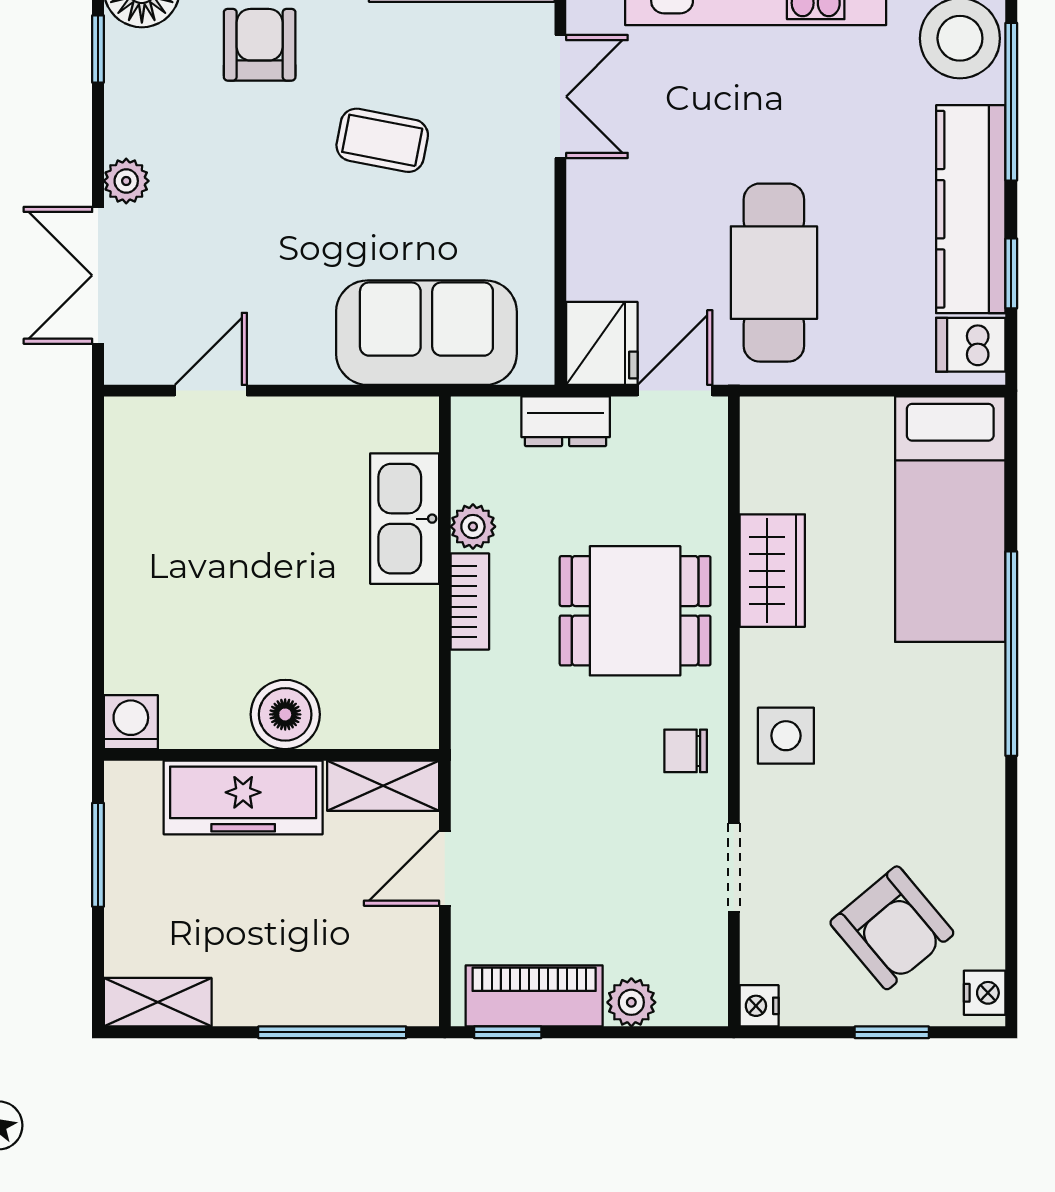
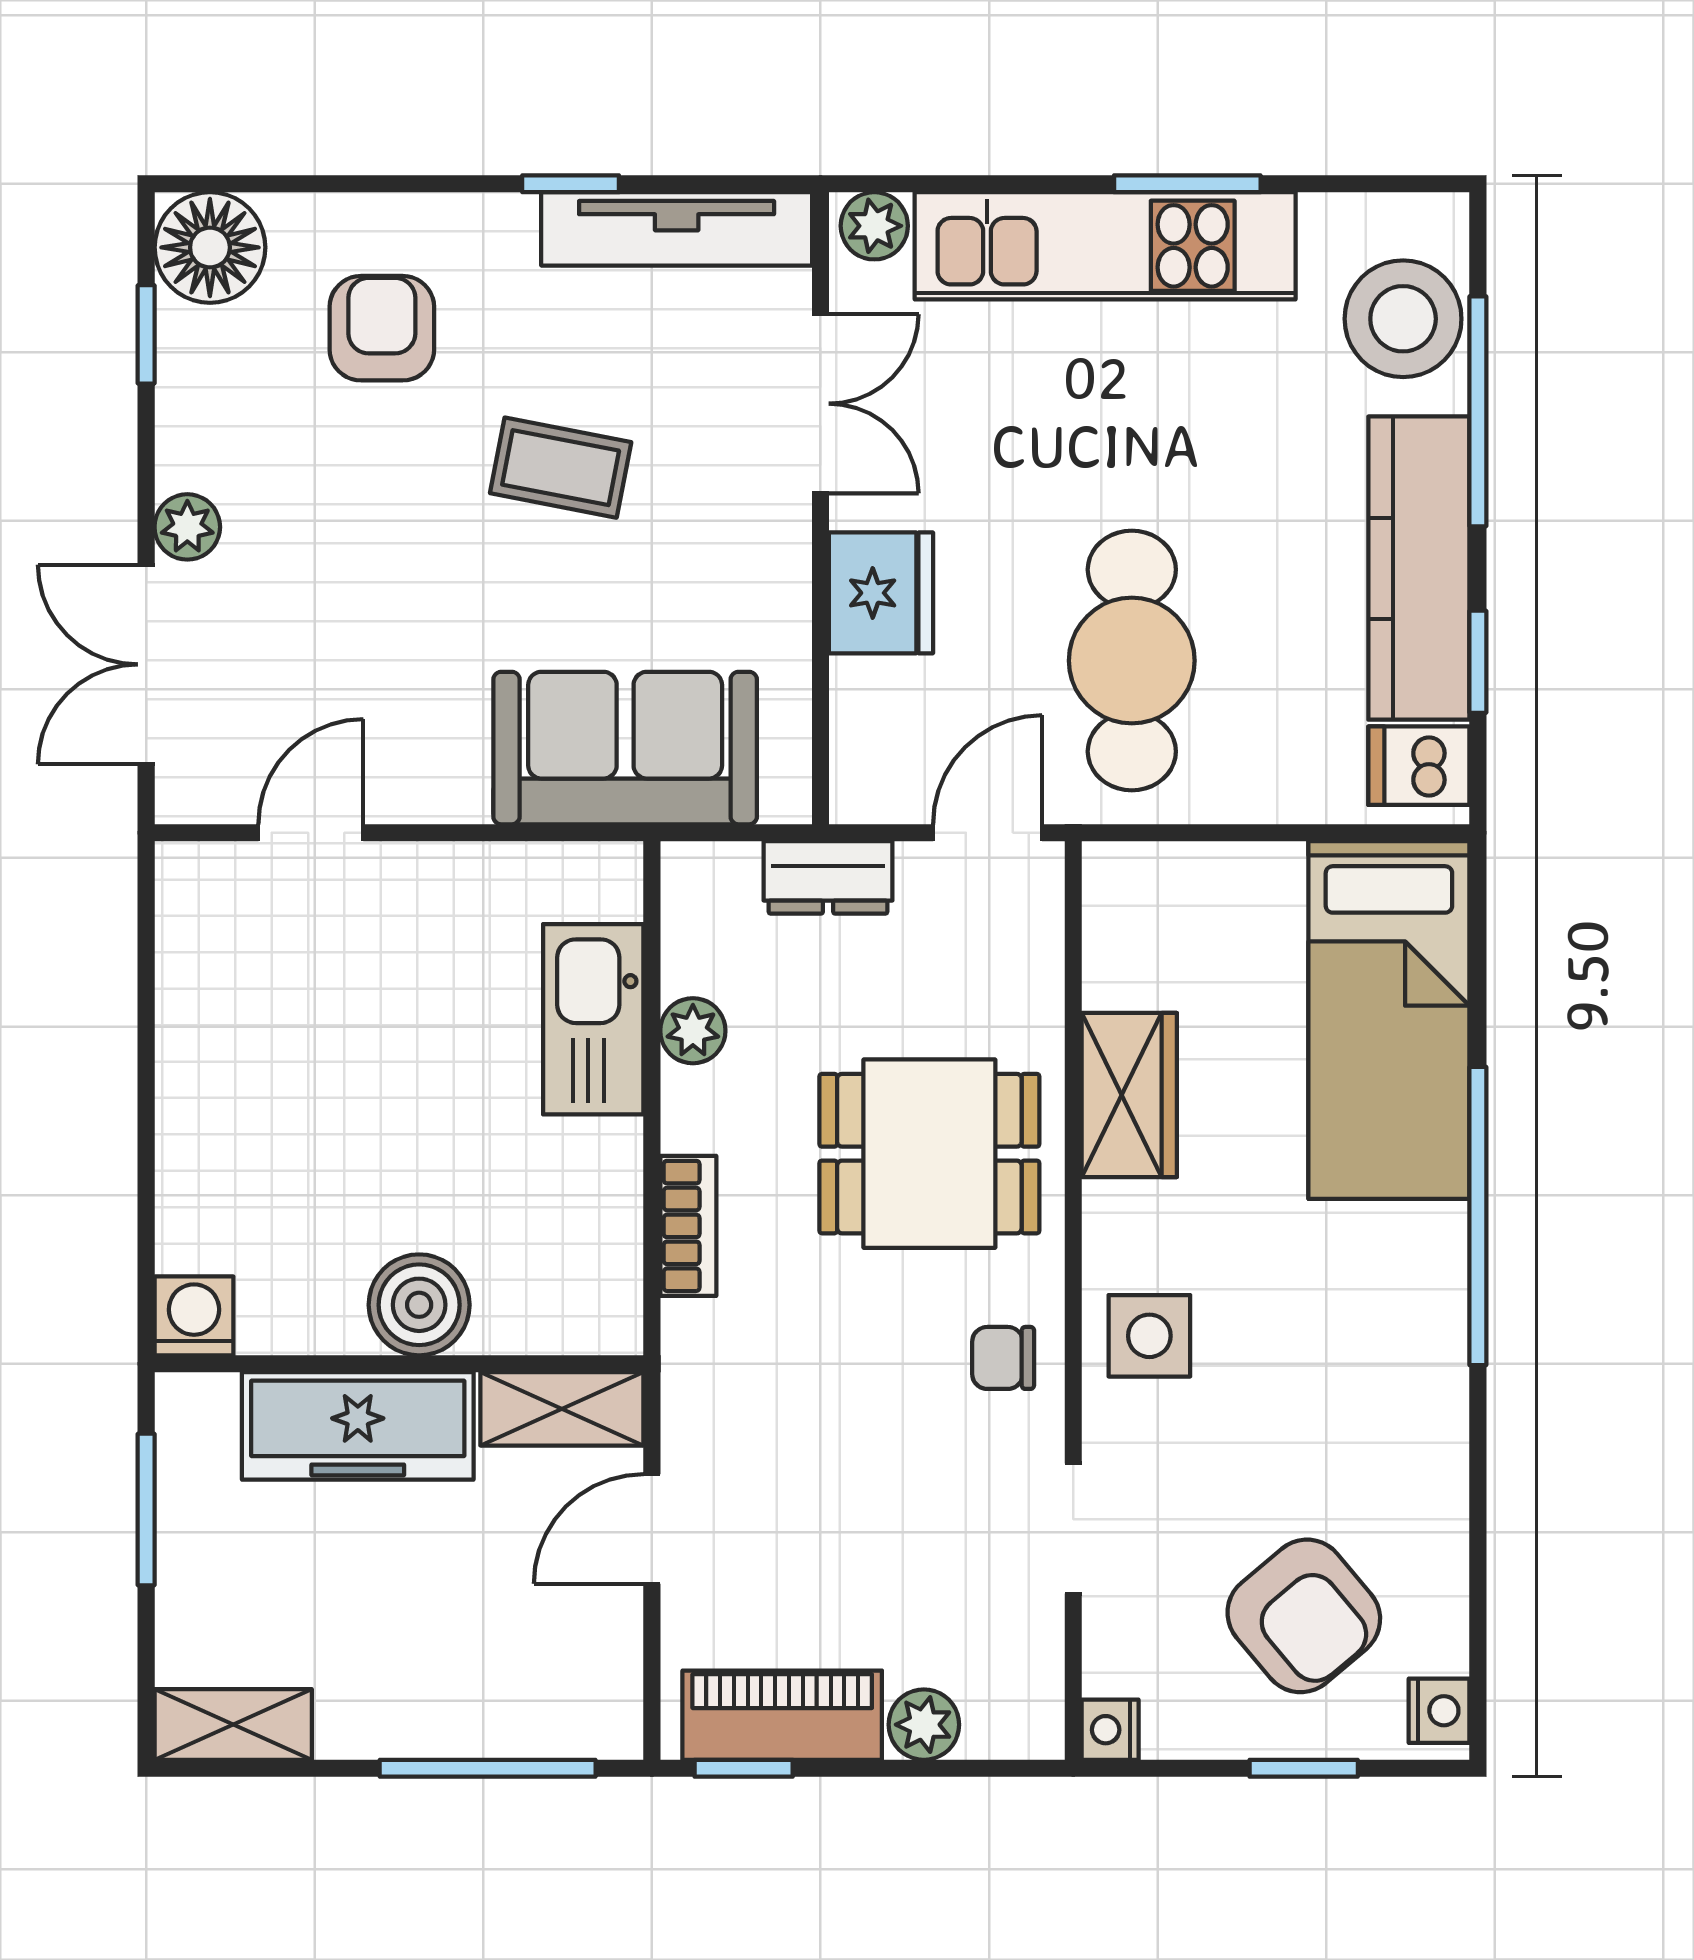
fridge: (602, 343) -> (881, 593), moved
bookcase: (470, 602) -> (688, 1226), moved

